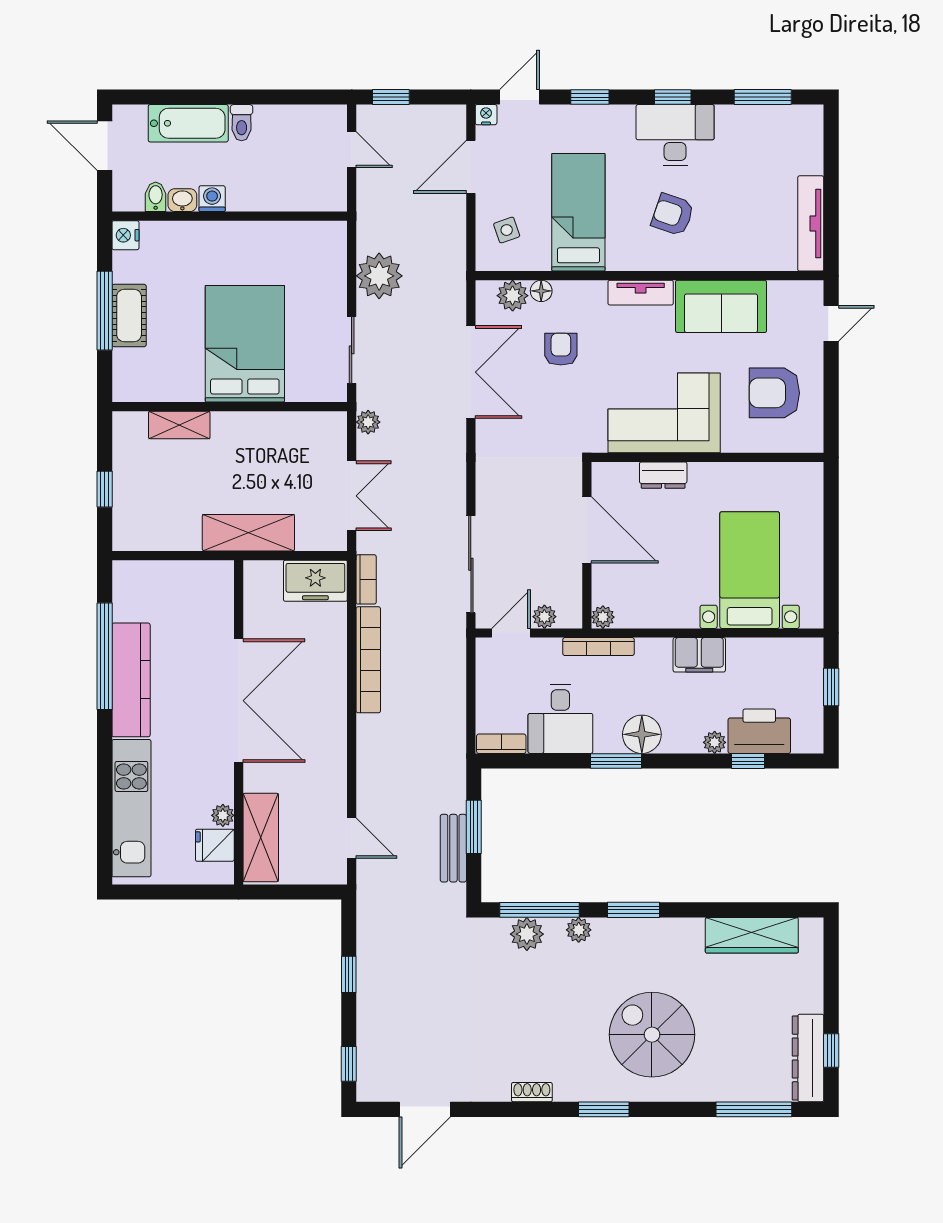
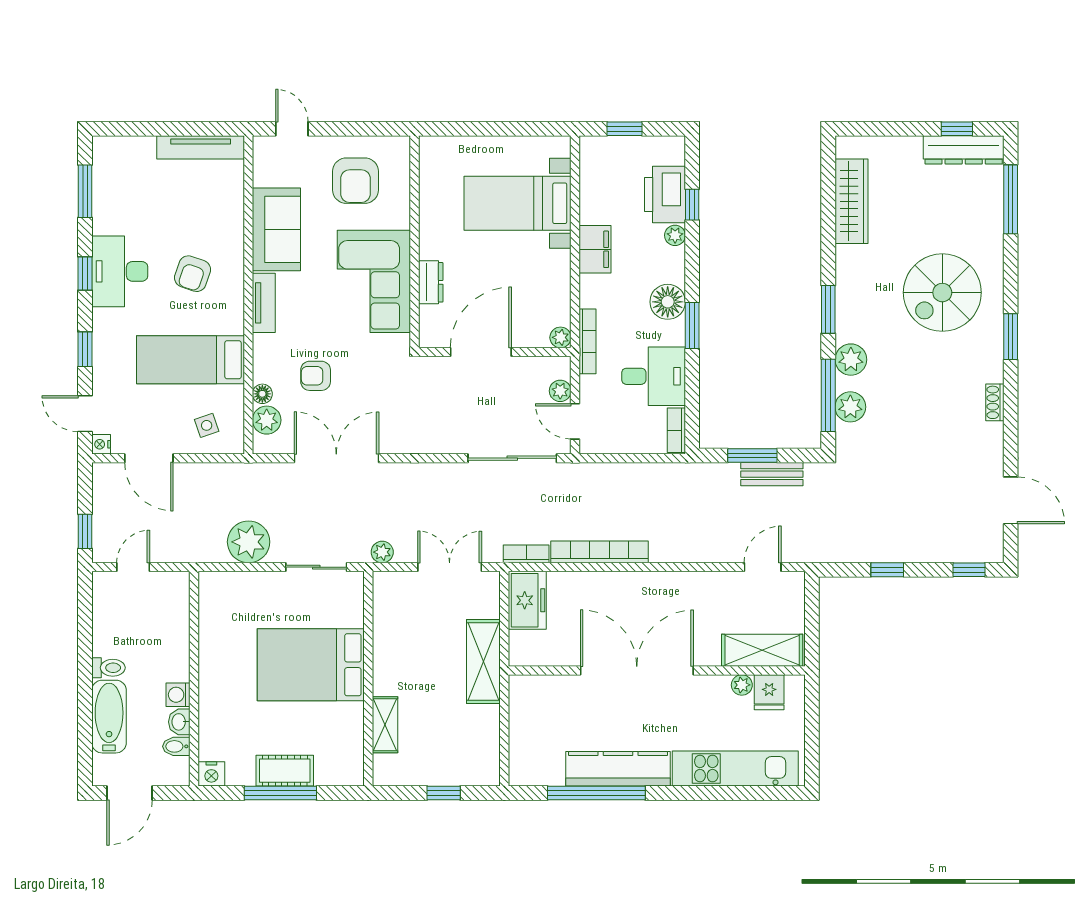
plant: (579, 930) -> (851, 360), width x1.38, depth x1.38

